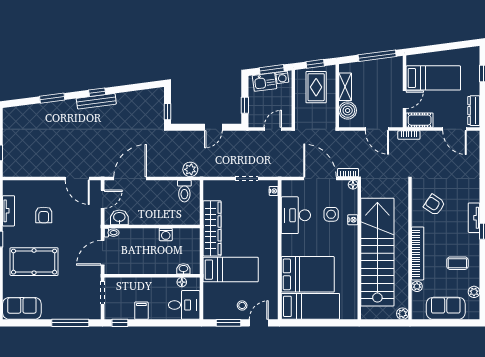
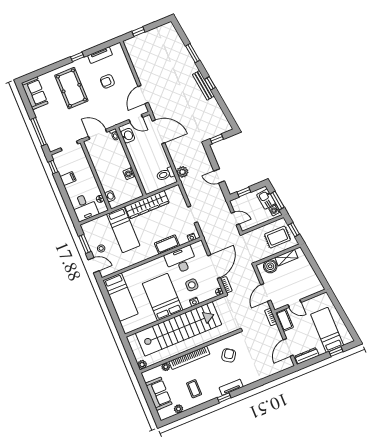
window: (377, 56) -> (318, 271), removed
bed: (433, 78) -> (327, 330), moved, turned 180
cot: (270, 224) -> (167, 244), added
bed: (308, 274) -> (163, 297), moved, turned 180

